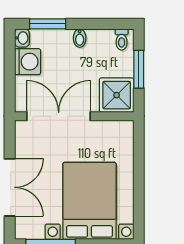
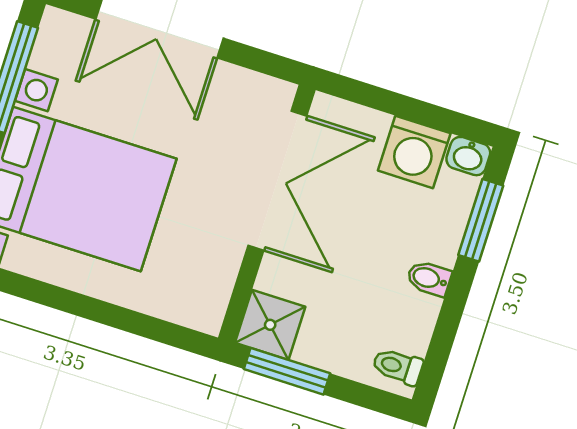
window: (139, 69) -> (287, 371), moved
shower: (117, 95) -> (270, 325), width x0.73, depth x0.73

